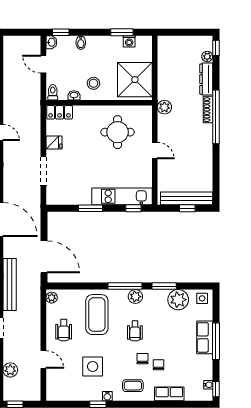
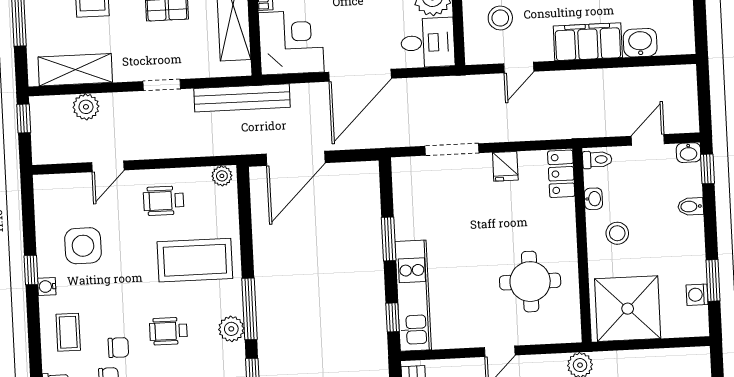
side table: (93, 366) -> (83, 246), moved

